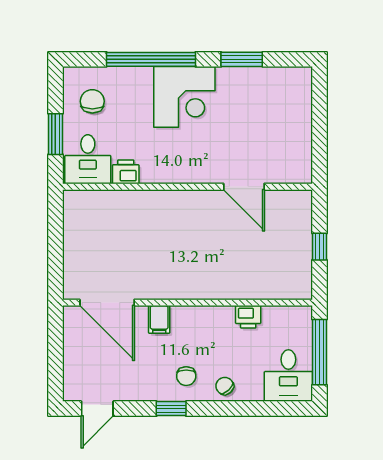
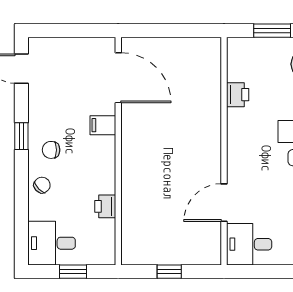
desk: (88, 159) -> (249, 244), moved
door: (107, 303) -> (118, 78), swing flipped
window: (320, 352) -> (73, 272), width x0.46

